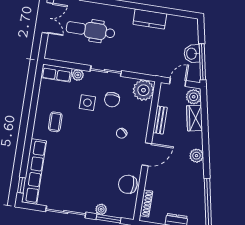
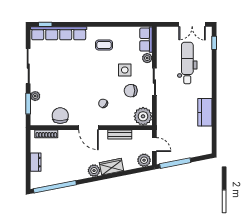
washbasin: (192, 54) -> (181, 153), removed
wardrobe: (195, 118) -> (112, 167), moved

